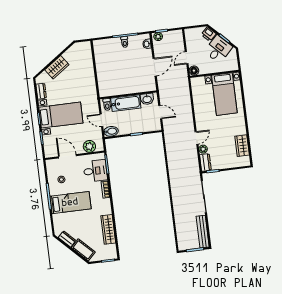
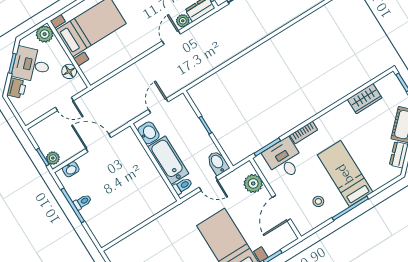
plant: (233, 65) -> (45, 34), added
floor lamp: (194, 71) -> (69, 71), moved
door: (101, 120) -> (208, 184), hinge flipped
door: (197, 138) -> (171, 37), hinge flipped
wardrobe: (108, 229) -> (365, 99), width x0.67

